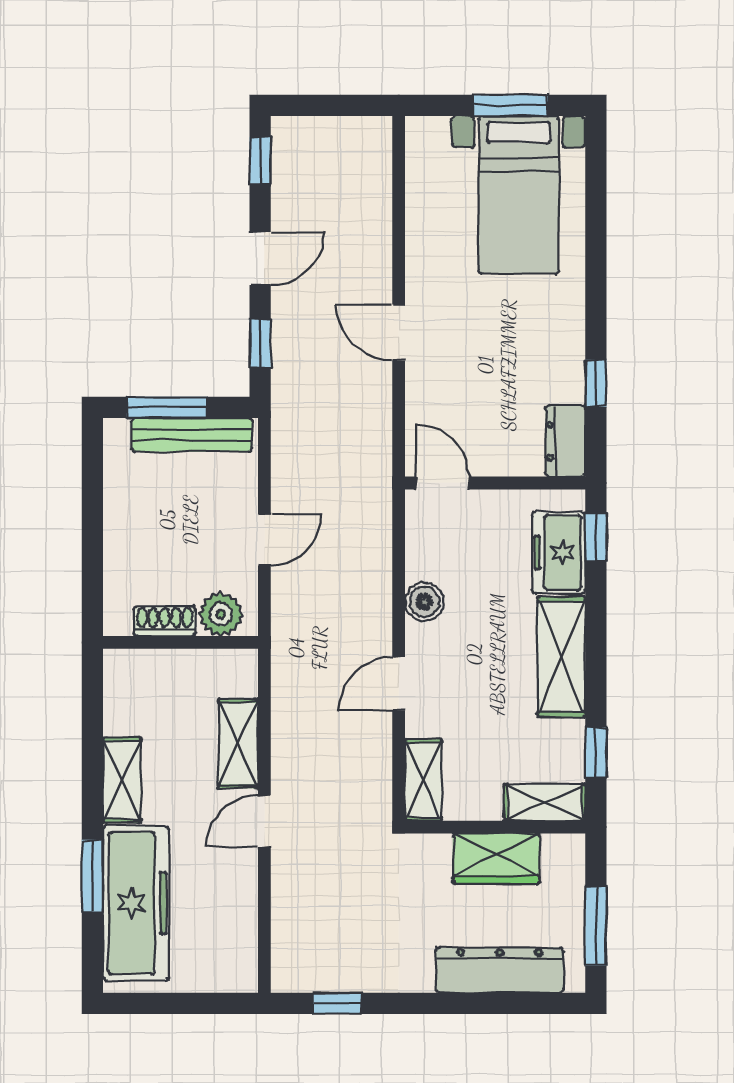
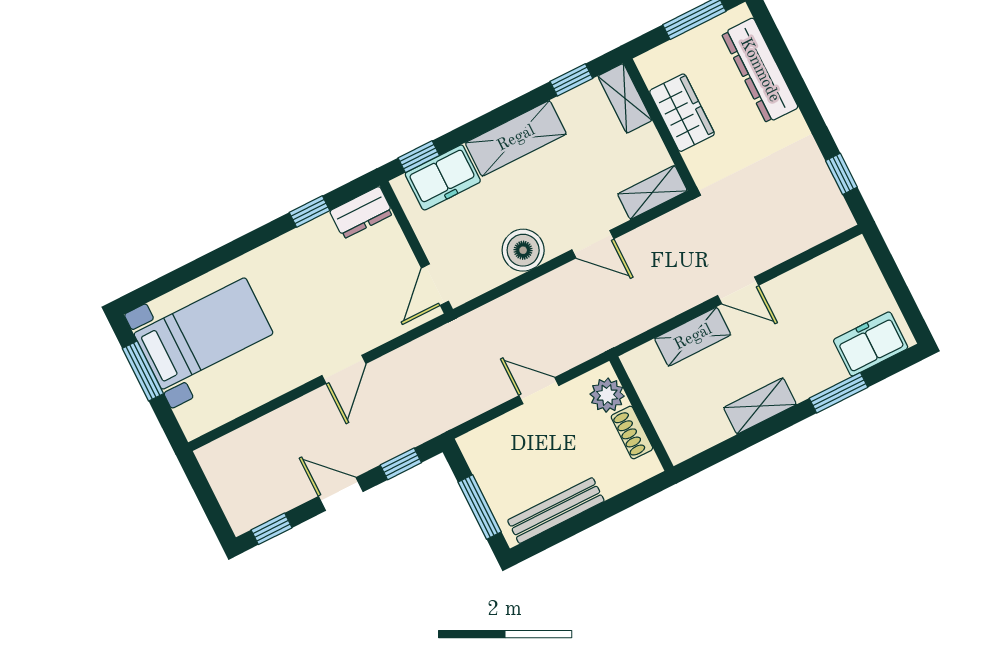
bench: (192, 435) -> (556, 511), moved, turned 90
boiler: (424, 602) -> (523, 250), width x1.36, depth x1.36
freezer: (136, 903) -> (871, 344), width x0.52, depth x0.79

